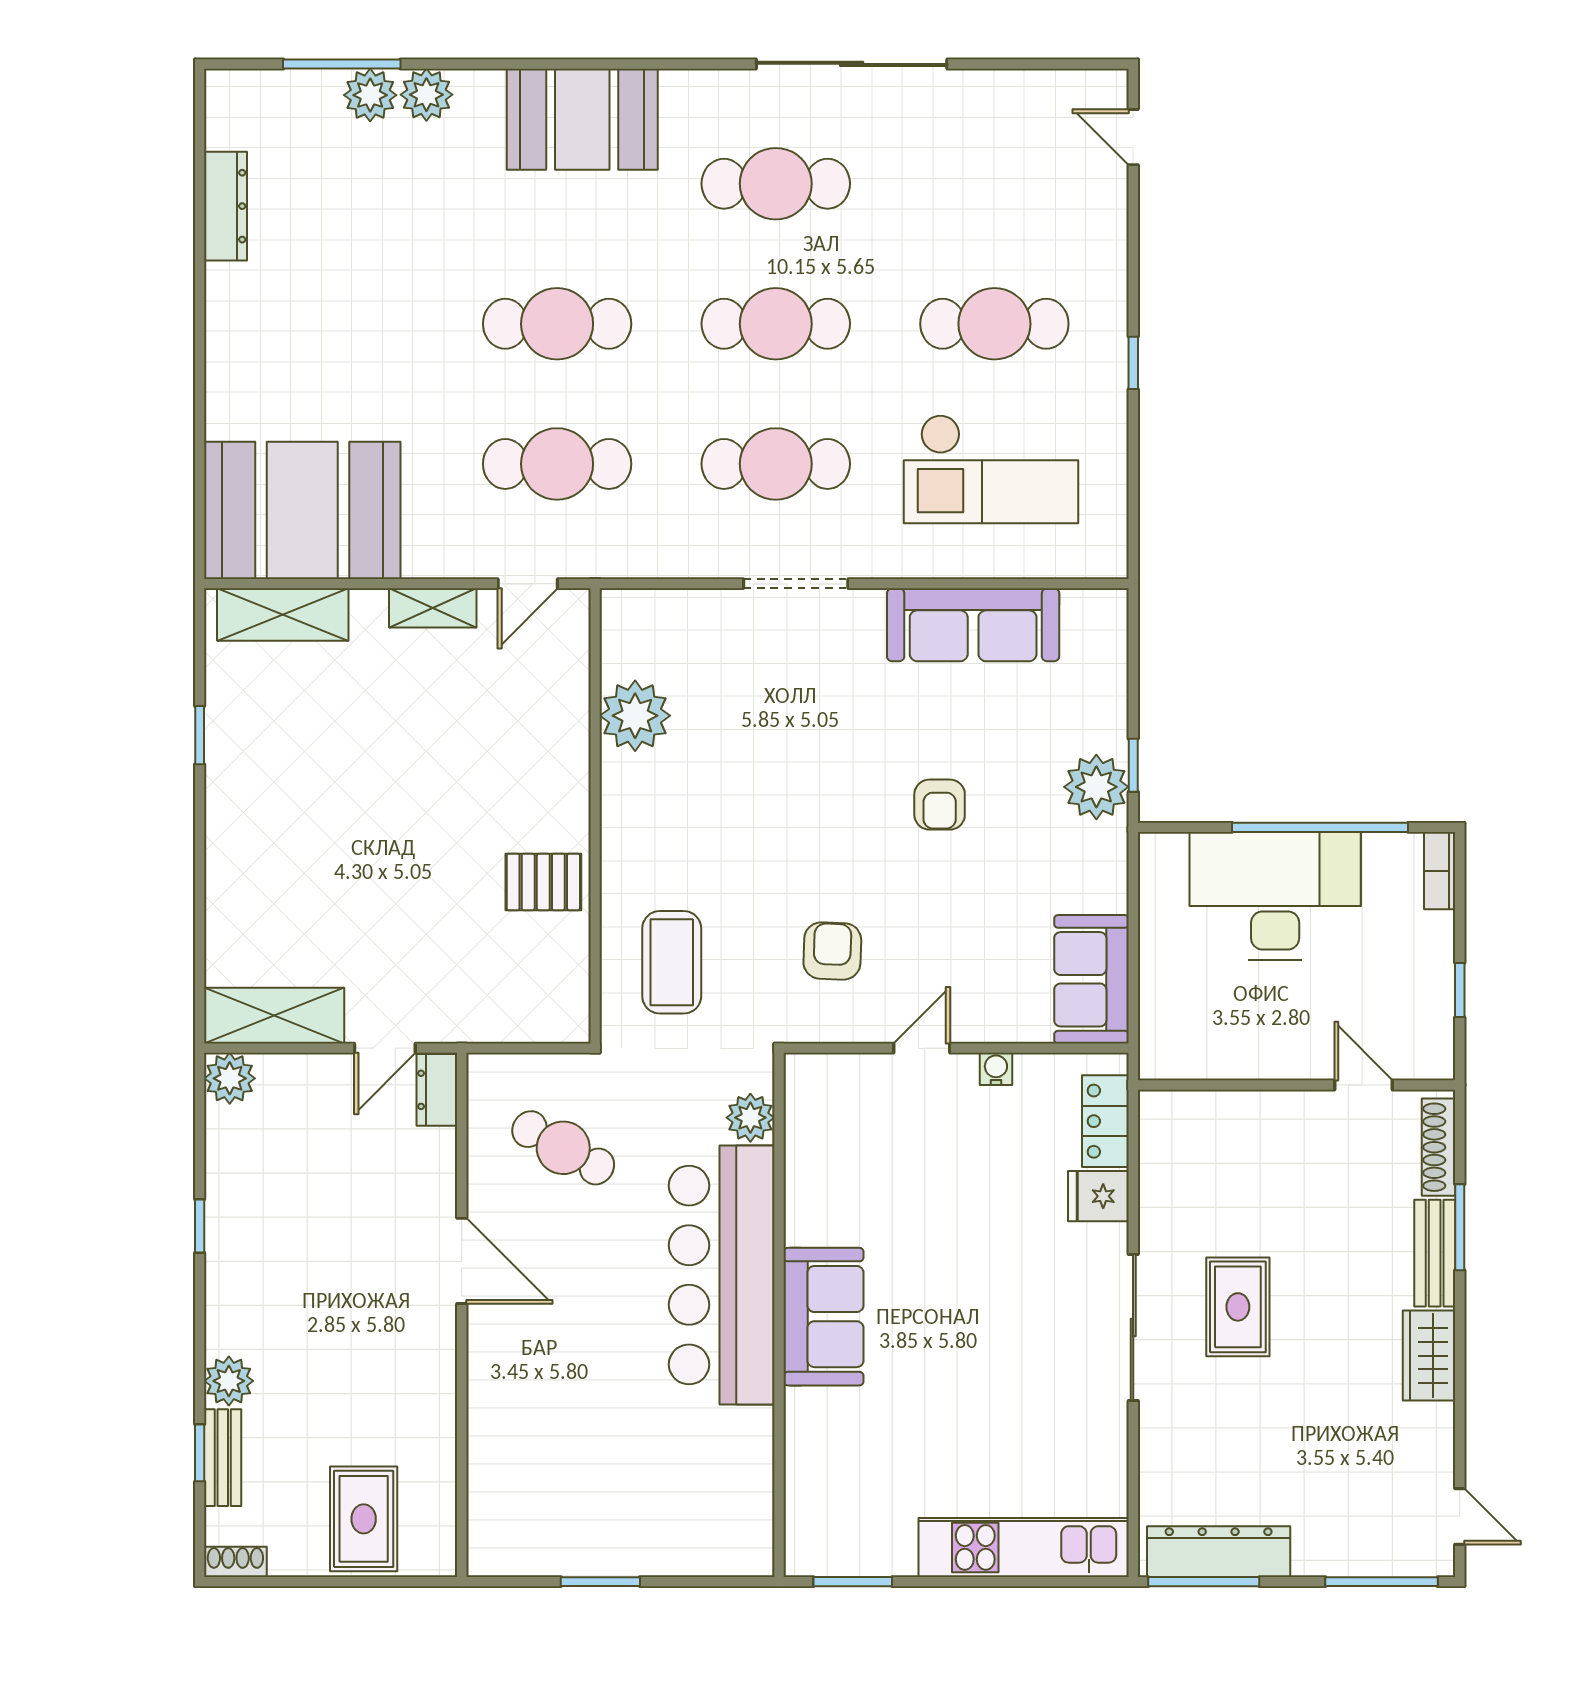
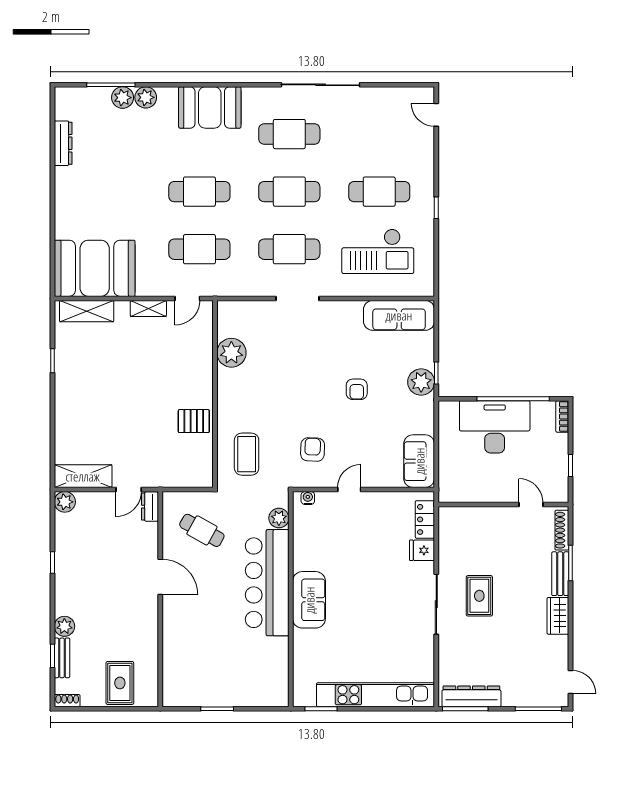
sofa: (973, 625) -> (399, 315), moved
water cooler: (996, 1069) -> (308, 498), moved
kitchen unit: (1024, 1547) -> (376, 695), width x1.36

